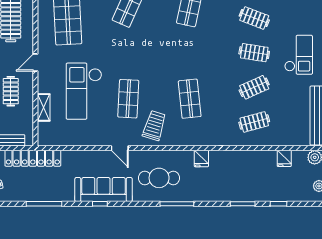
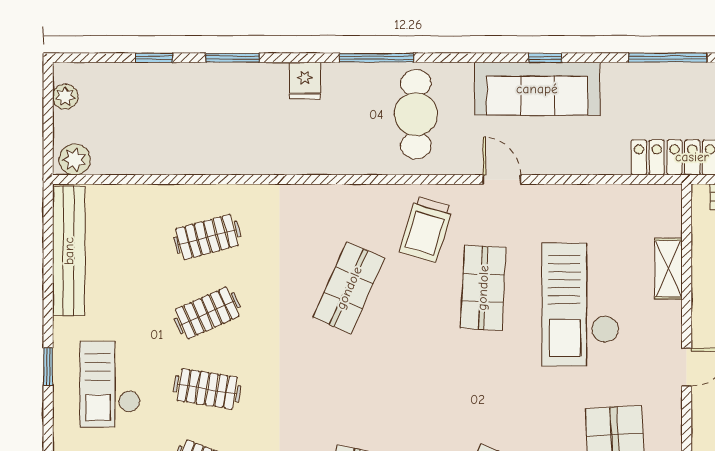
checkout: (84, 91) -> (580, 304), turned 180
shop shelf: (190, 99) -> (349, 288), turned 30
fridge: (284, 158) -> (141, 157), removed
fridge: (201, 159) -> (305, 81), moved, turned 180
cafe table: (159, 178) -> (416, 114), turned 90

